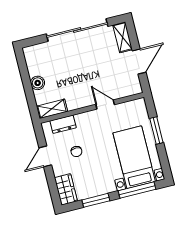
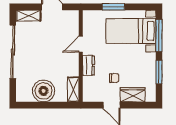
boiler: (38, 83) -> (44, 91), width x1.86, depth x1.86
dresser: (63, 124) -> (88, 65), moved
wardrobe: (66, 189) -> (133, 95), moved

